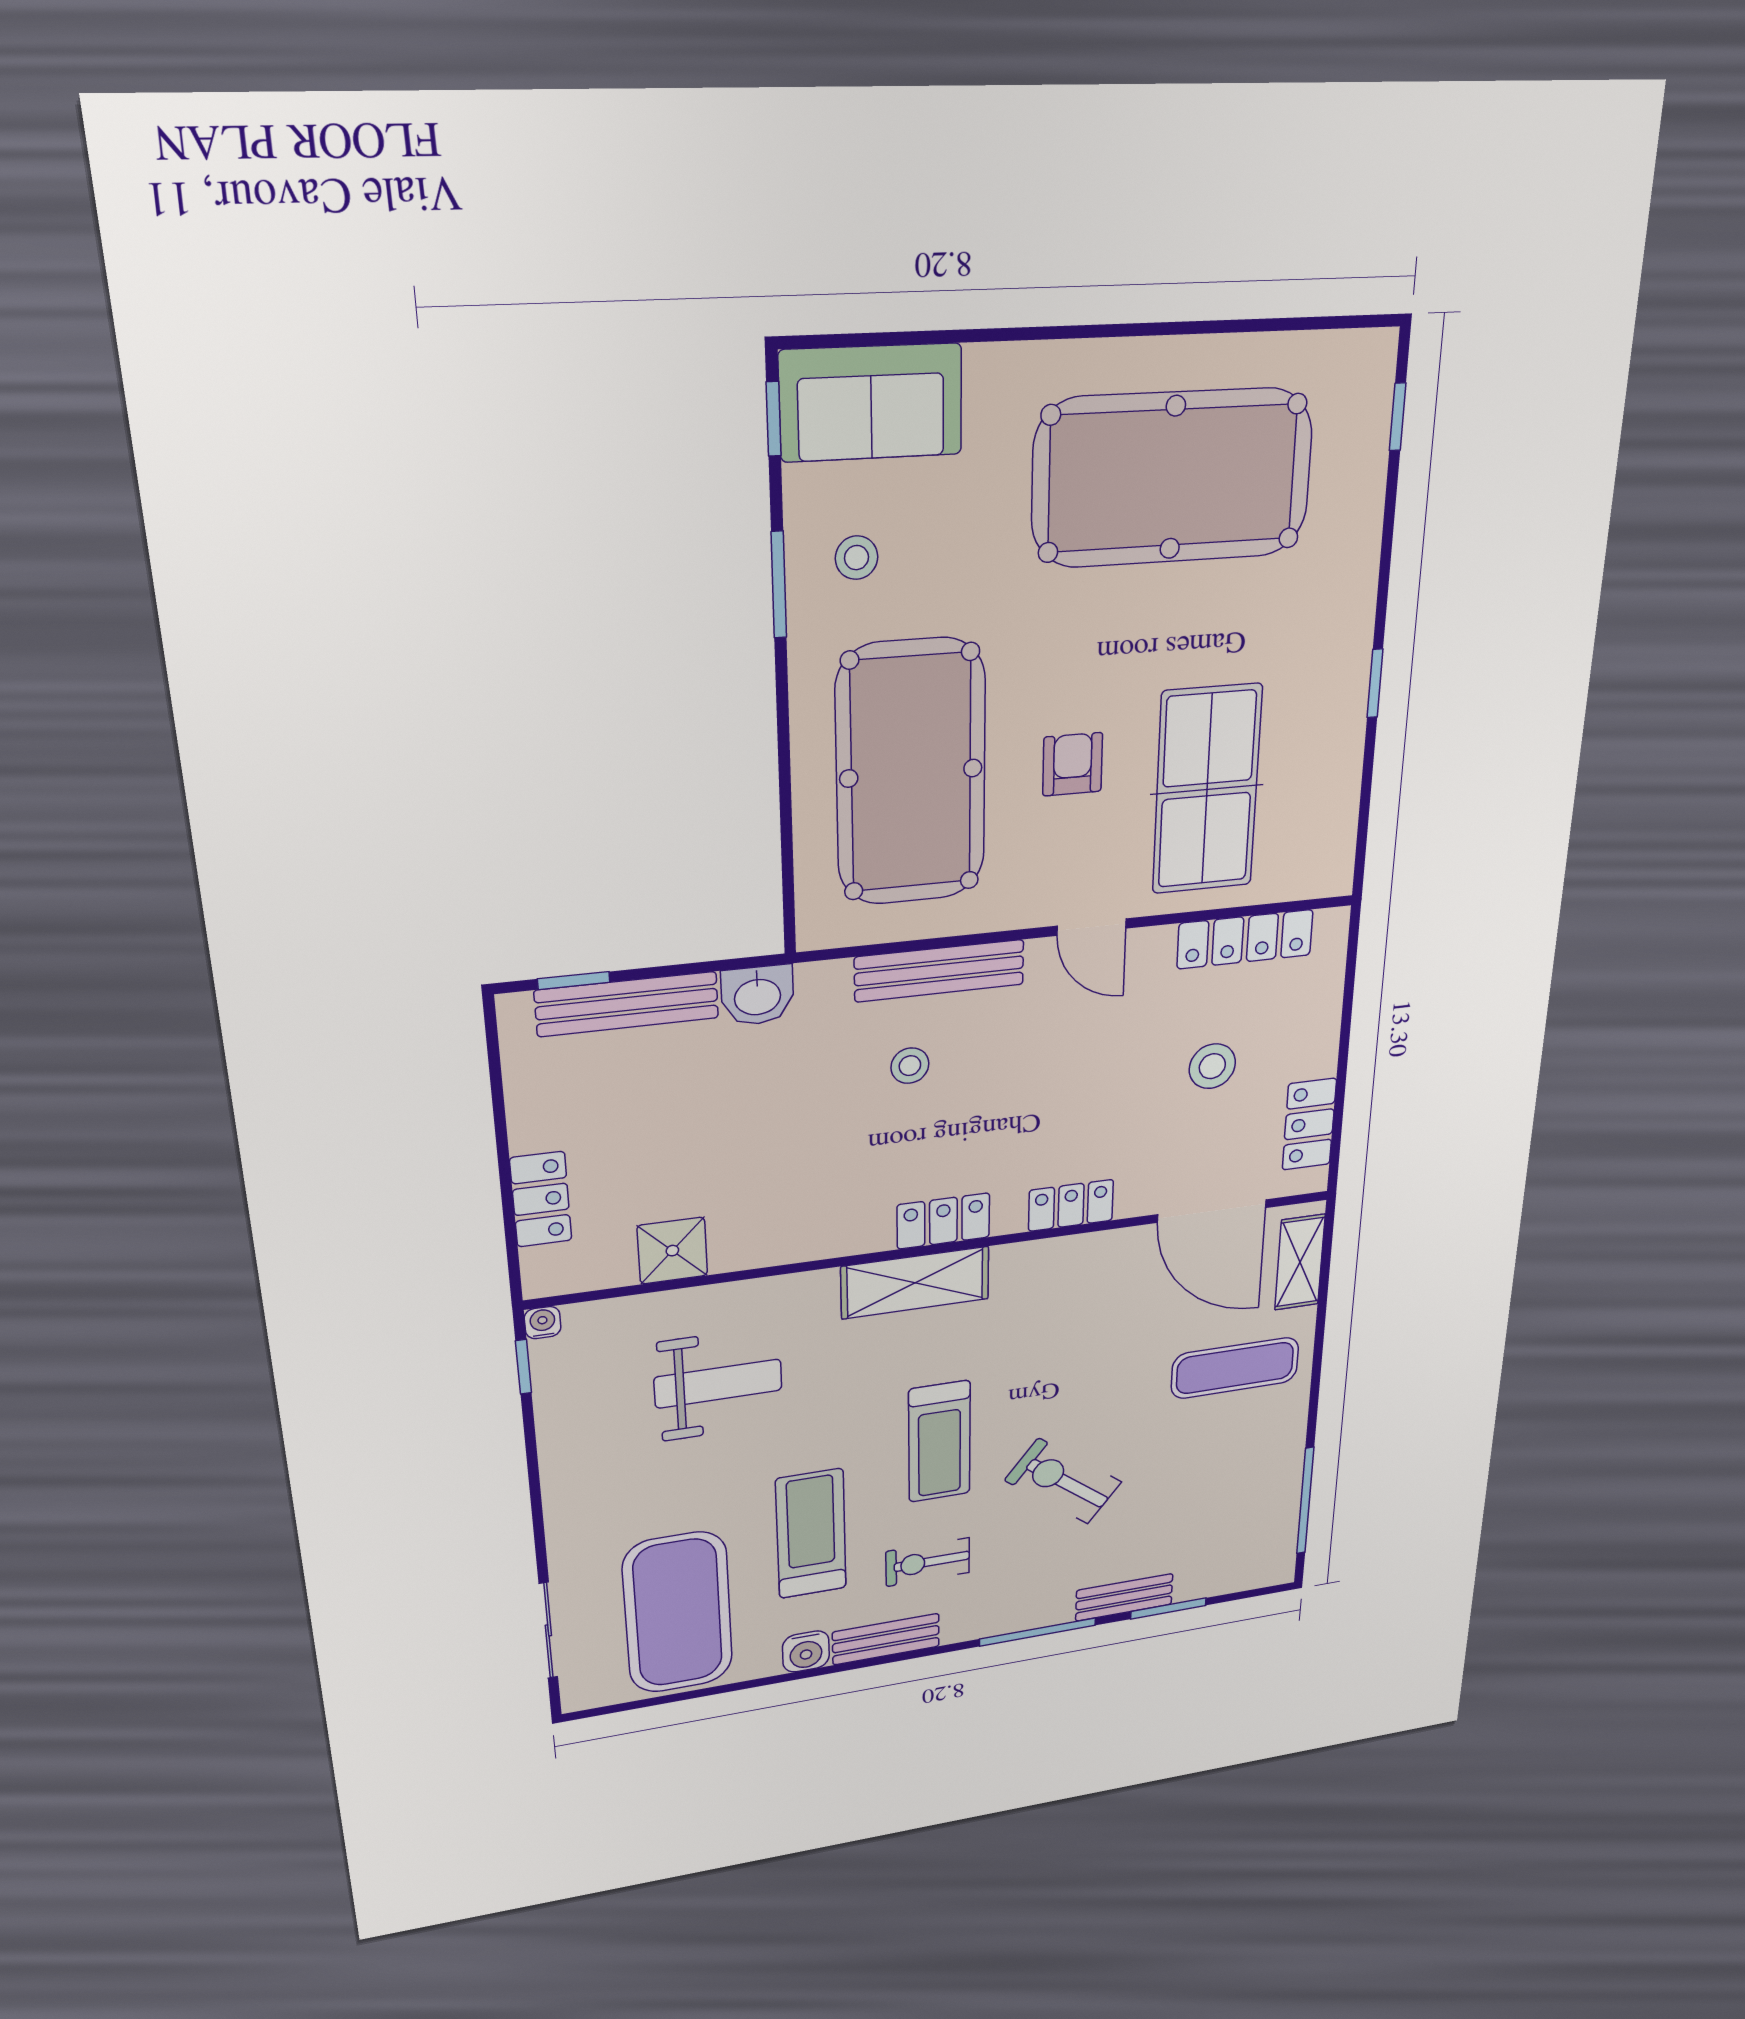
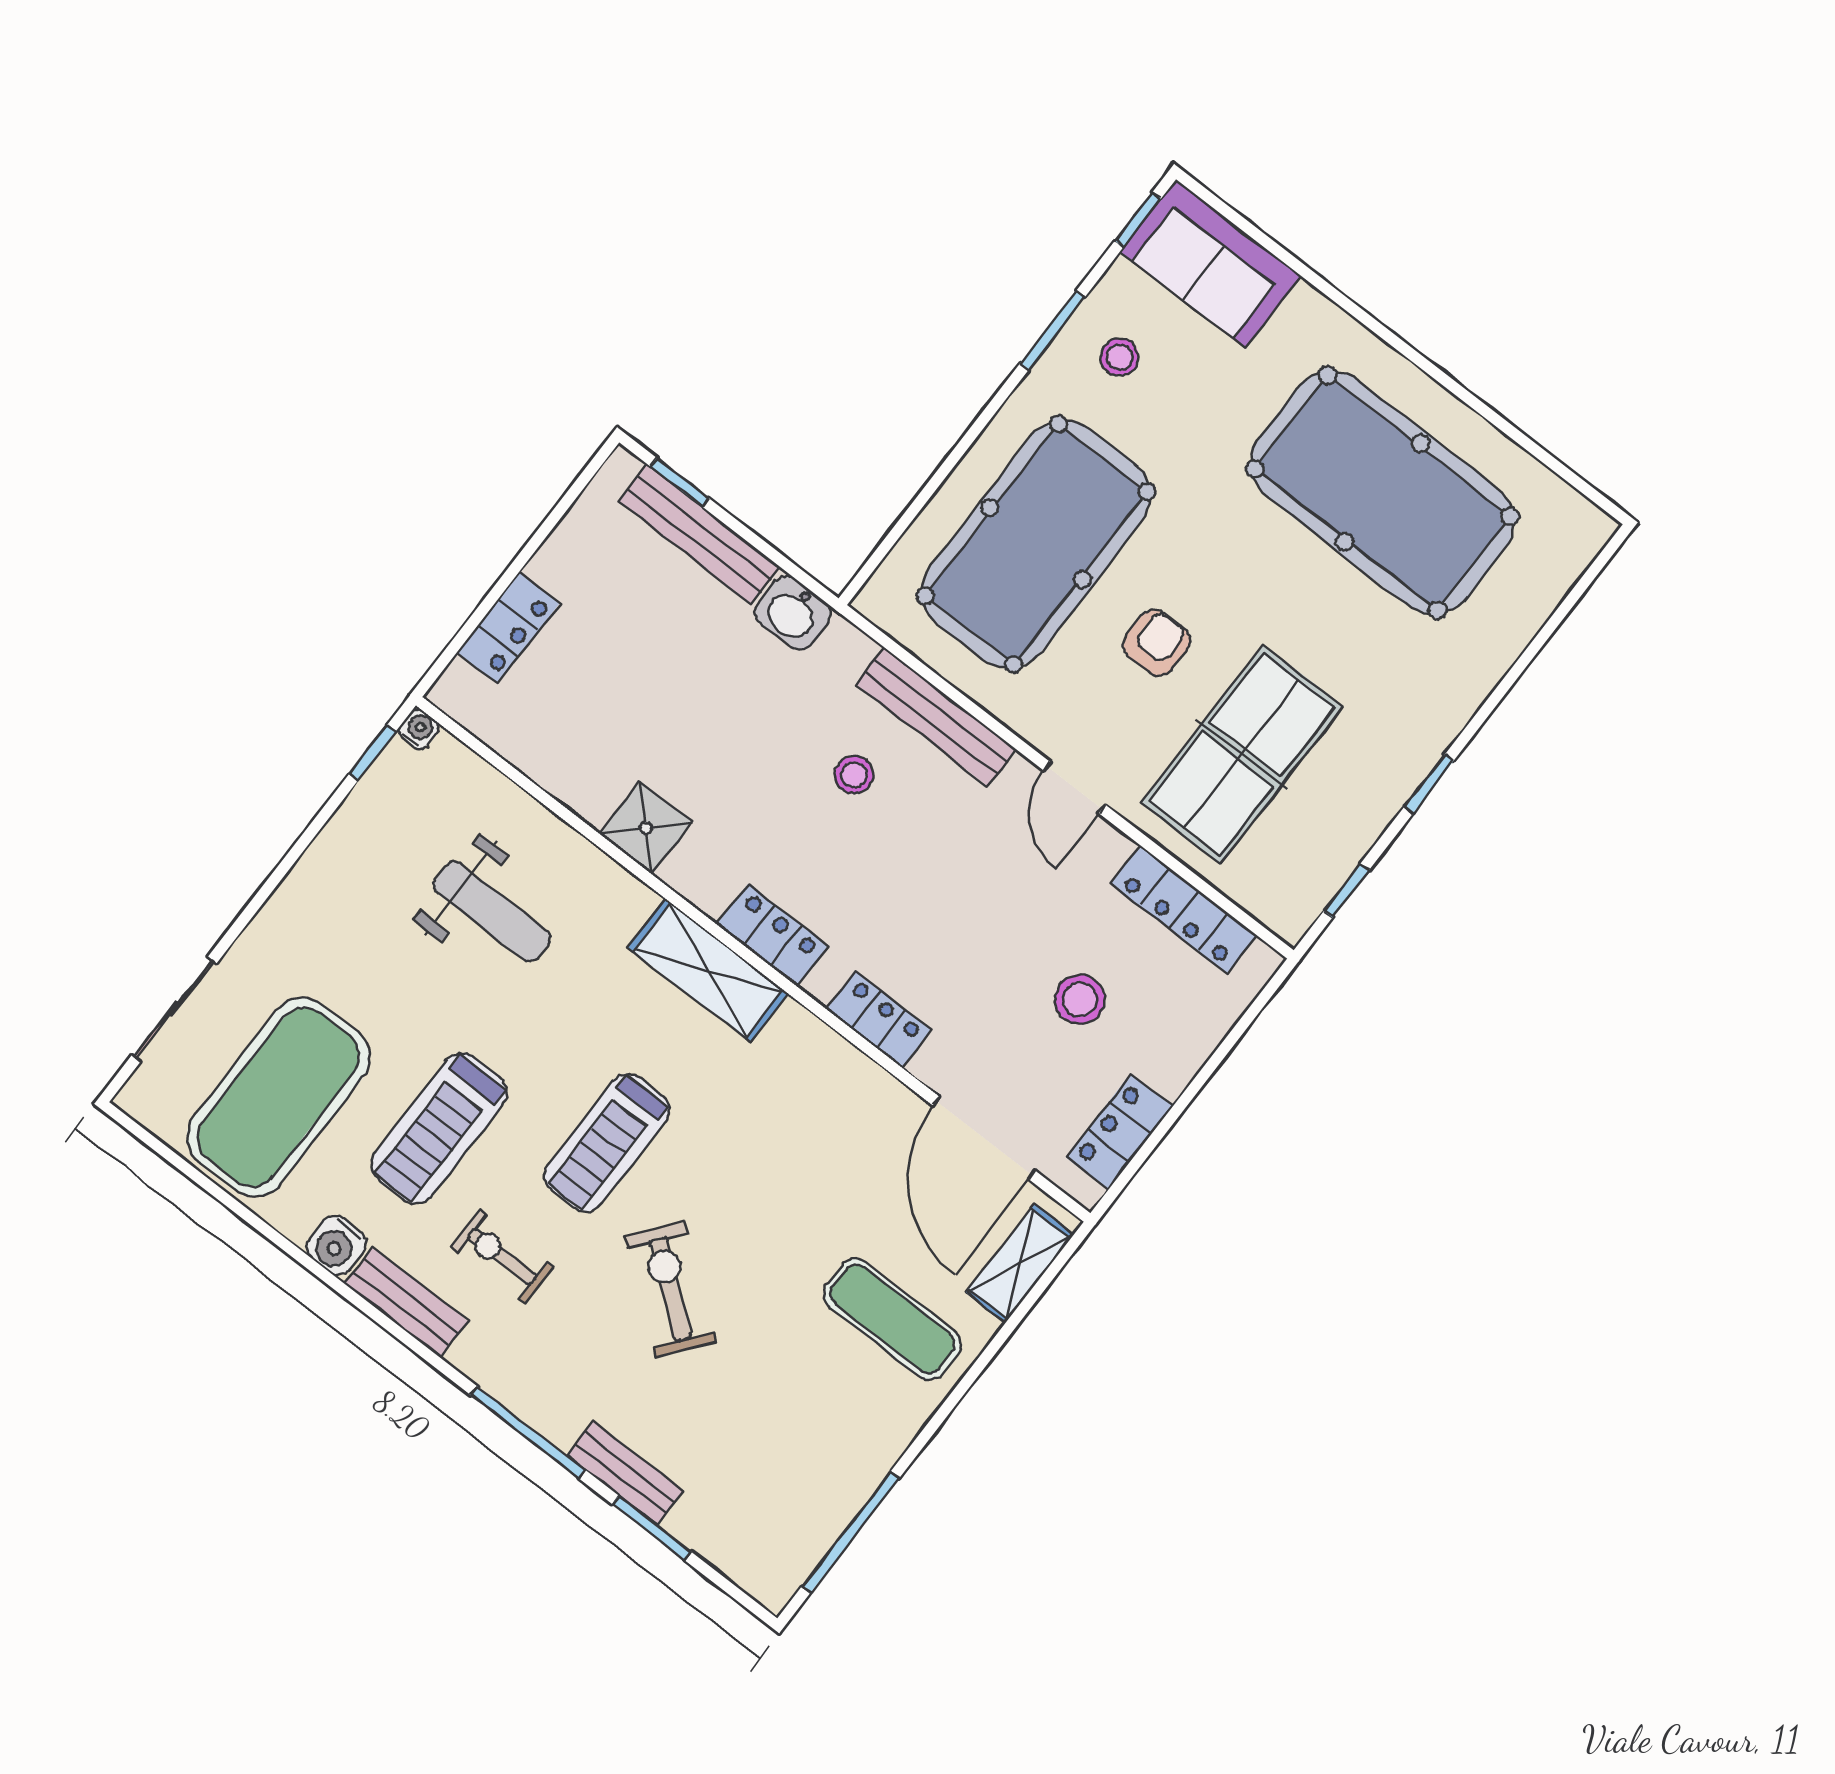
window: (1398, 417) -> (1346, 891), moved
shower: (672, 1251) -> (646, 828), moved
treadmill: (811, 1534) -> (439, 1129), turned 180

